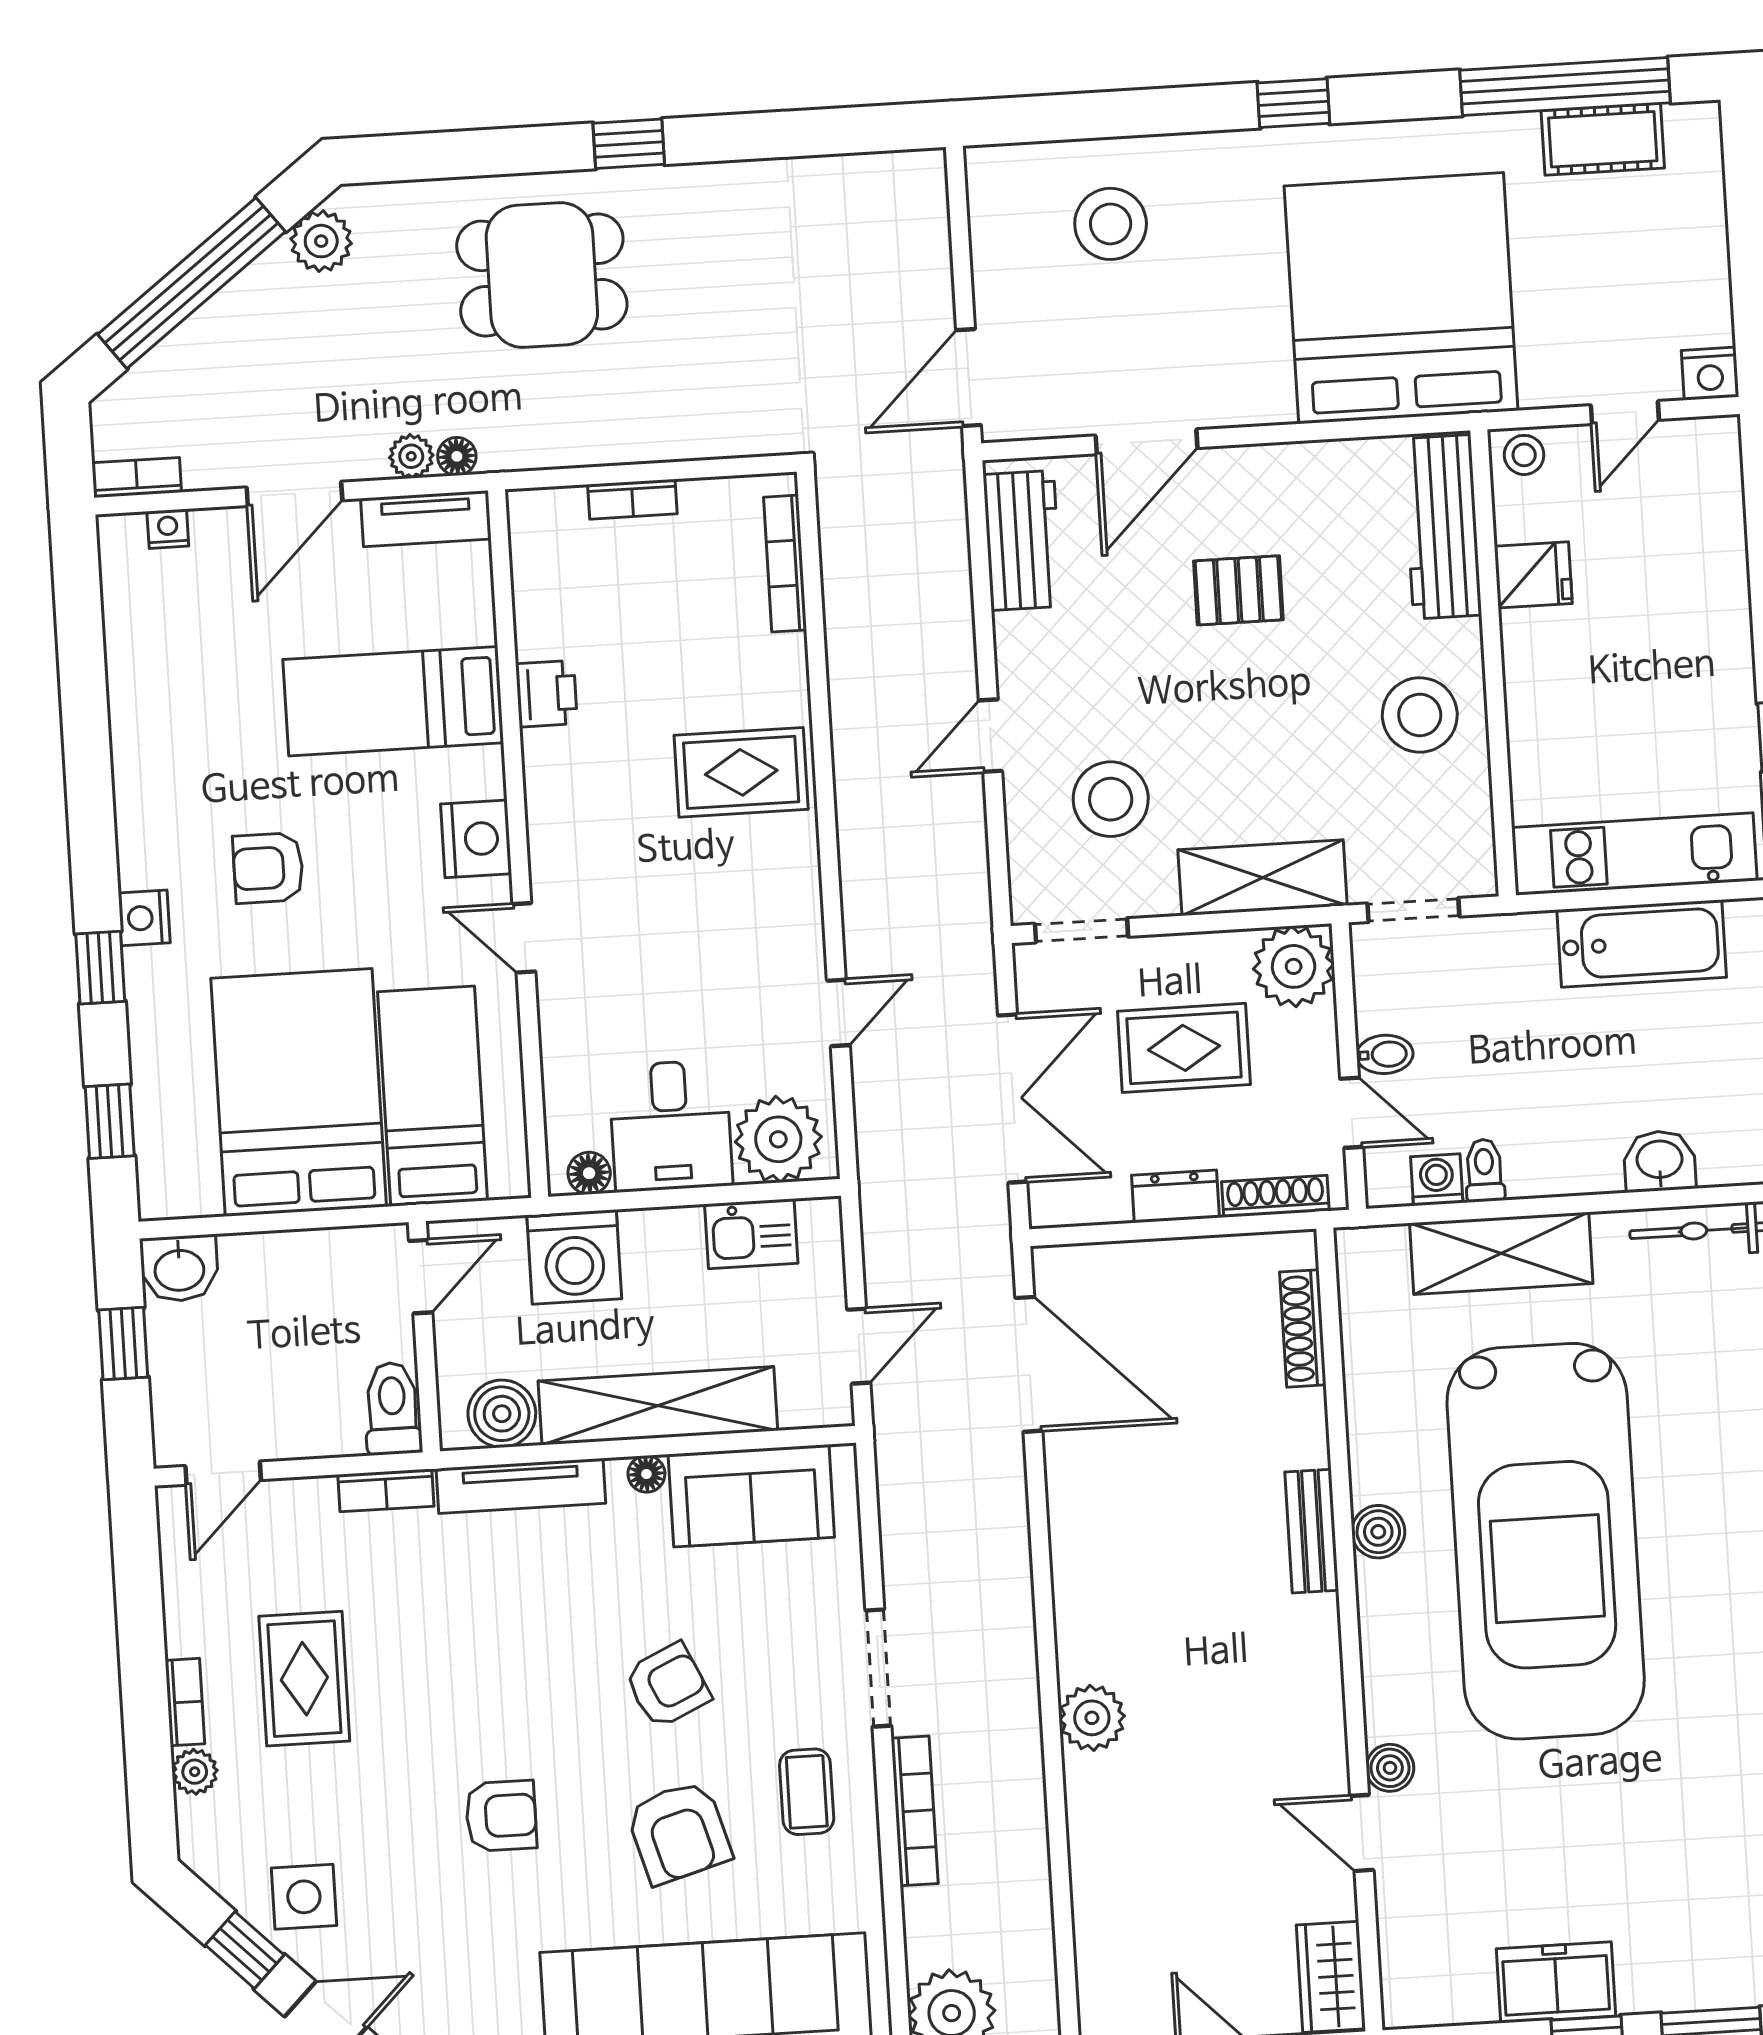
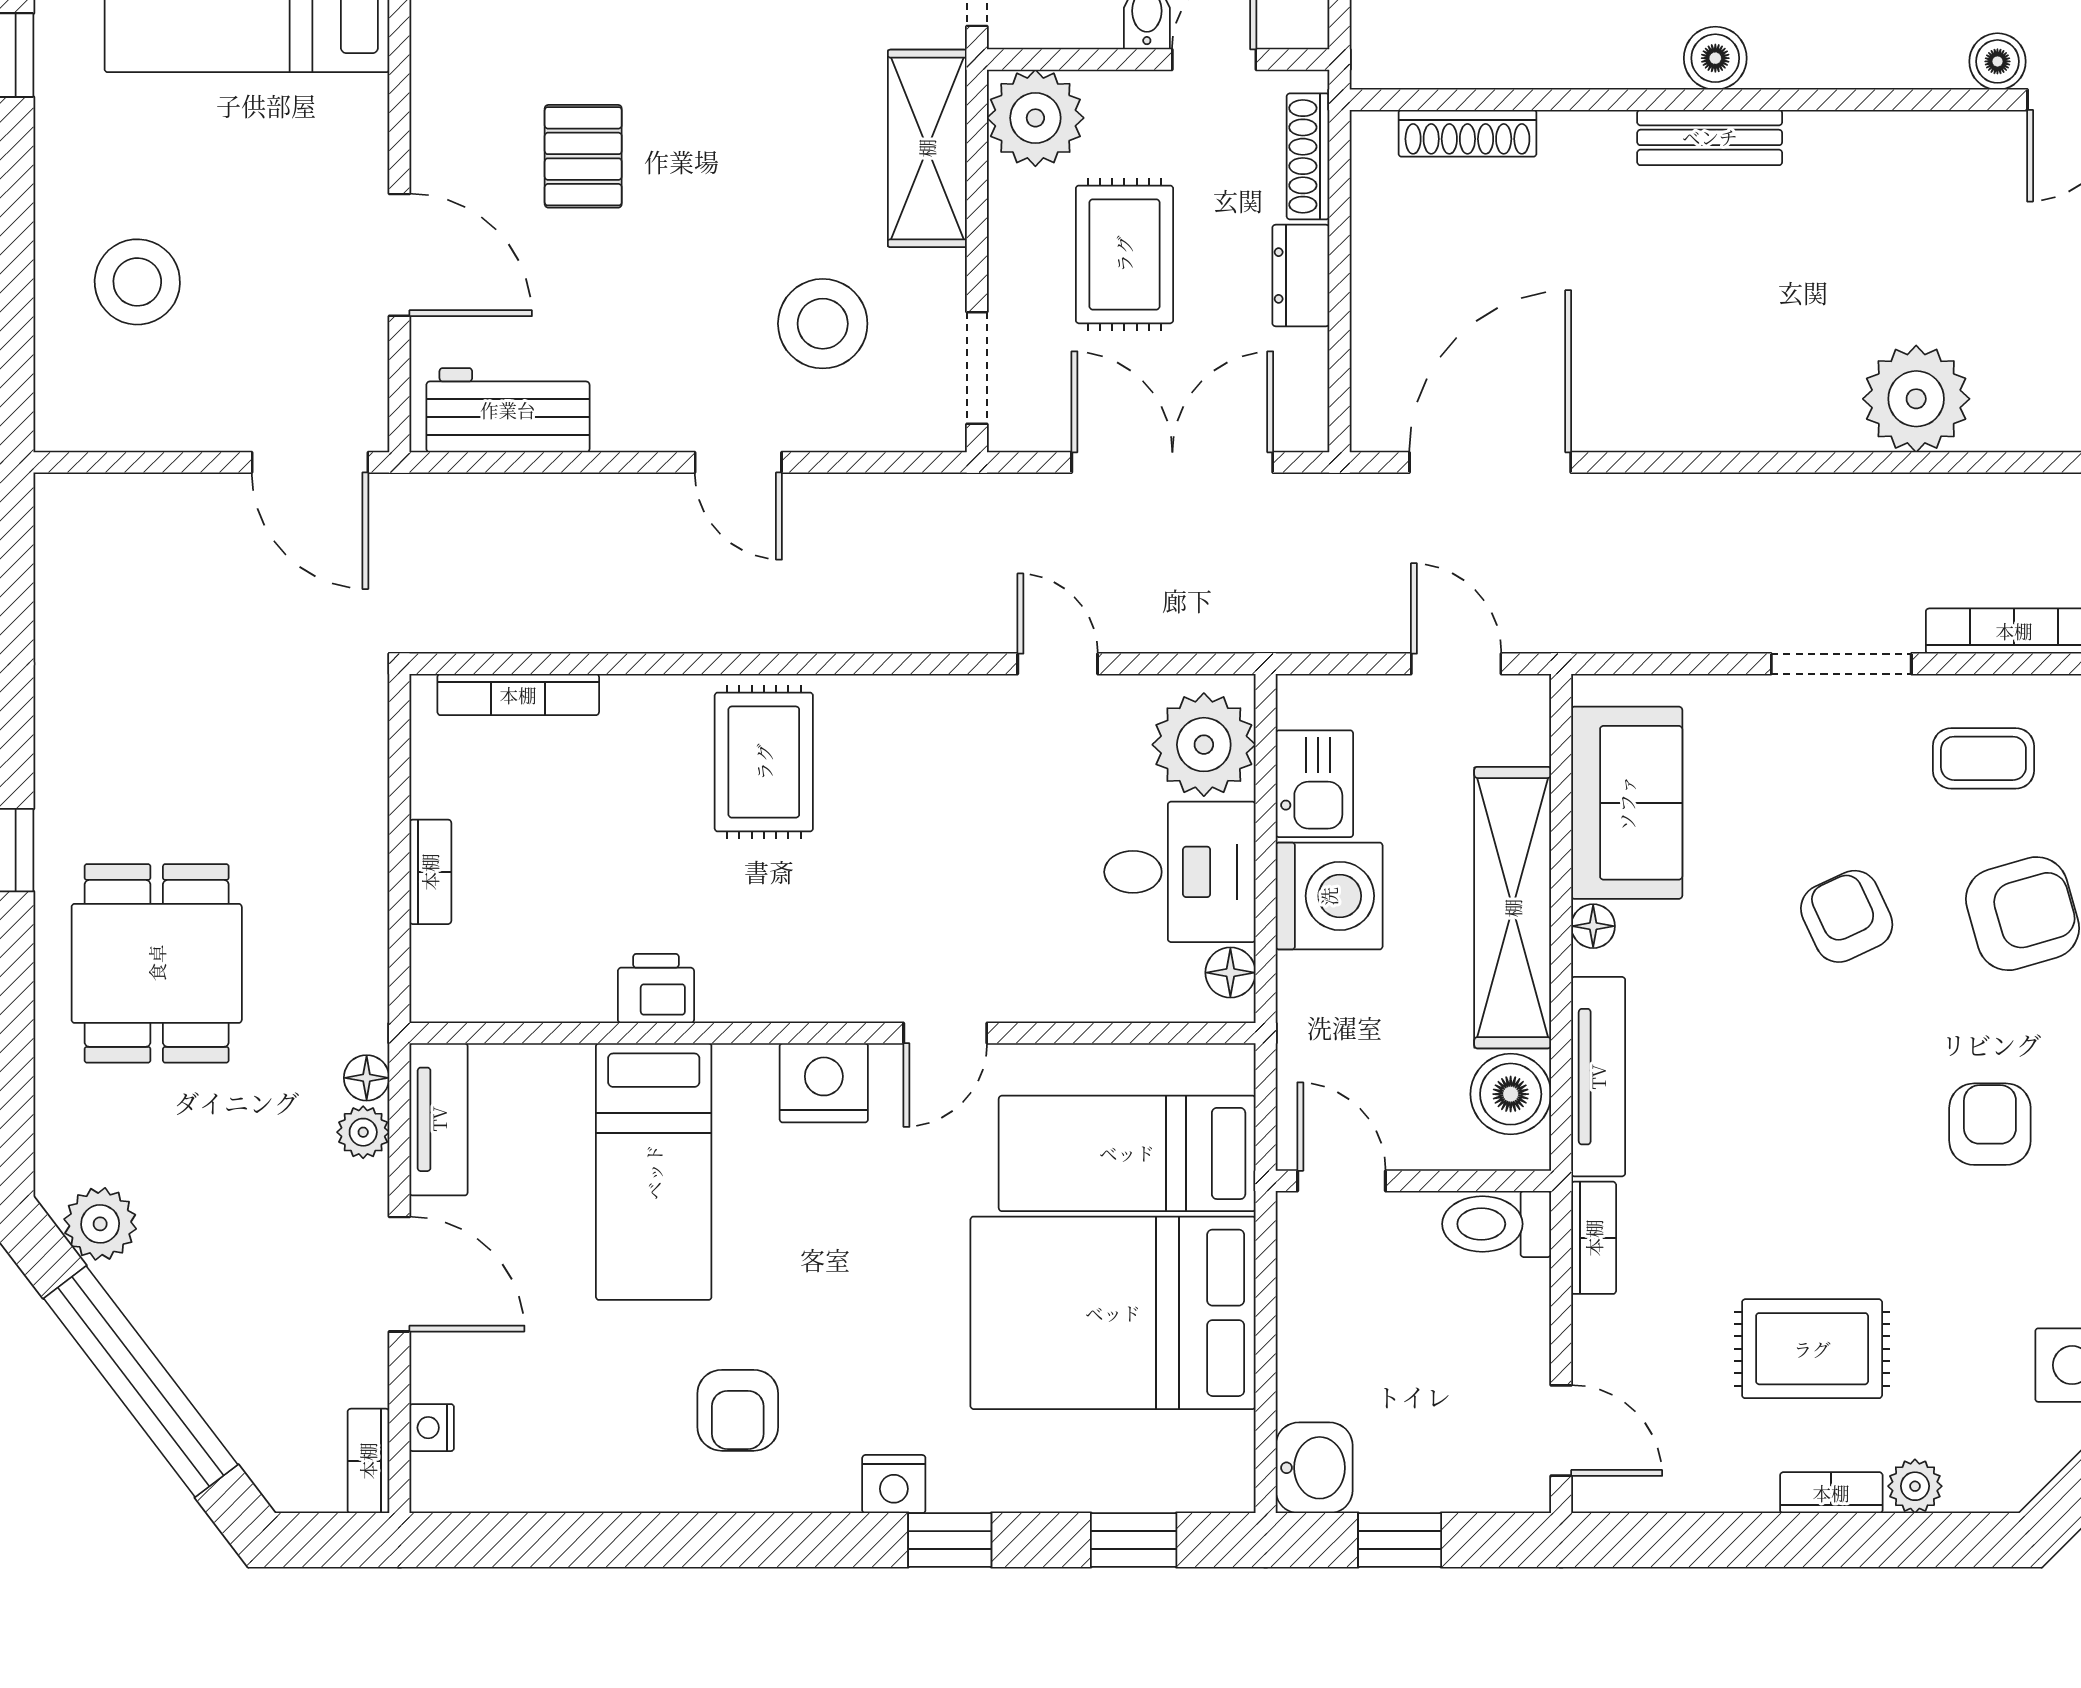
armchair: (268, 868) -> (738, 1410), moved
washing machine: (574, 1257) -> (1329, 896), moved
plant: (1092, 1718) -> (1916, 399), width x1.36, depth x1.36

